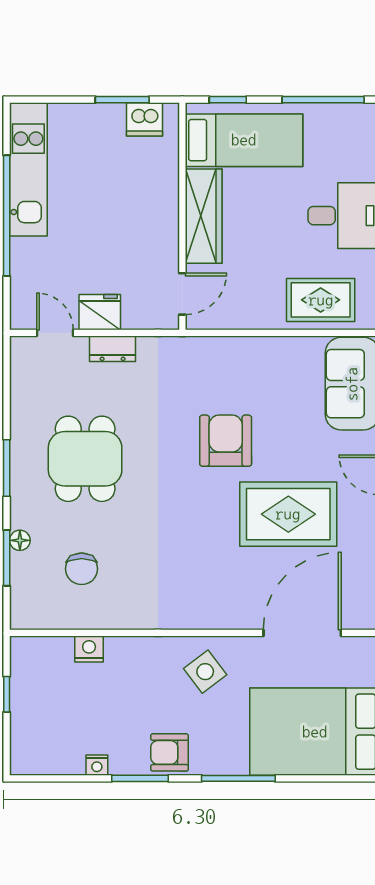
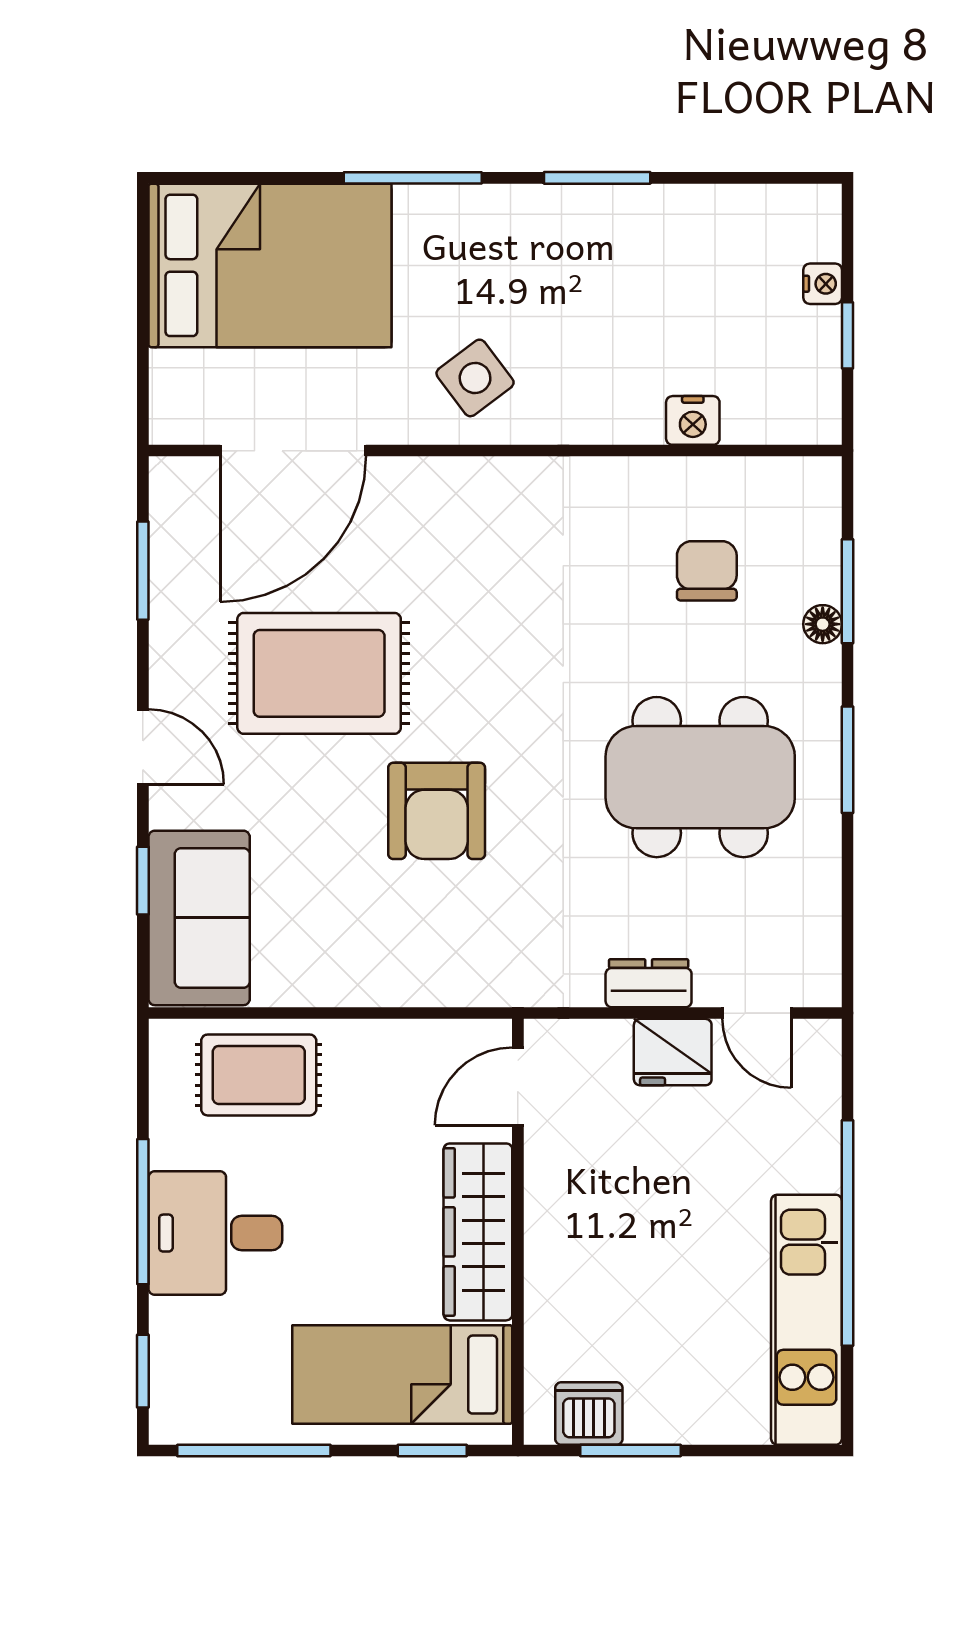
dining table: (85, 459) -> (700, 777), width x1.38
armchair: (169, 752) -> (542, 226), removed
nightstand: (97, 765) -> (823, 284), moved, turned 90

